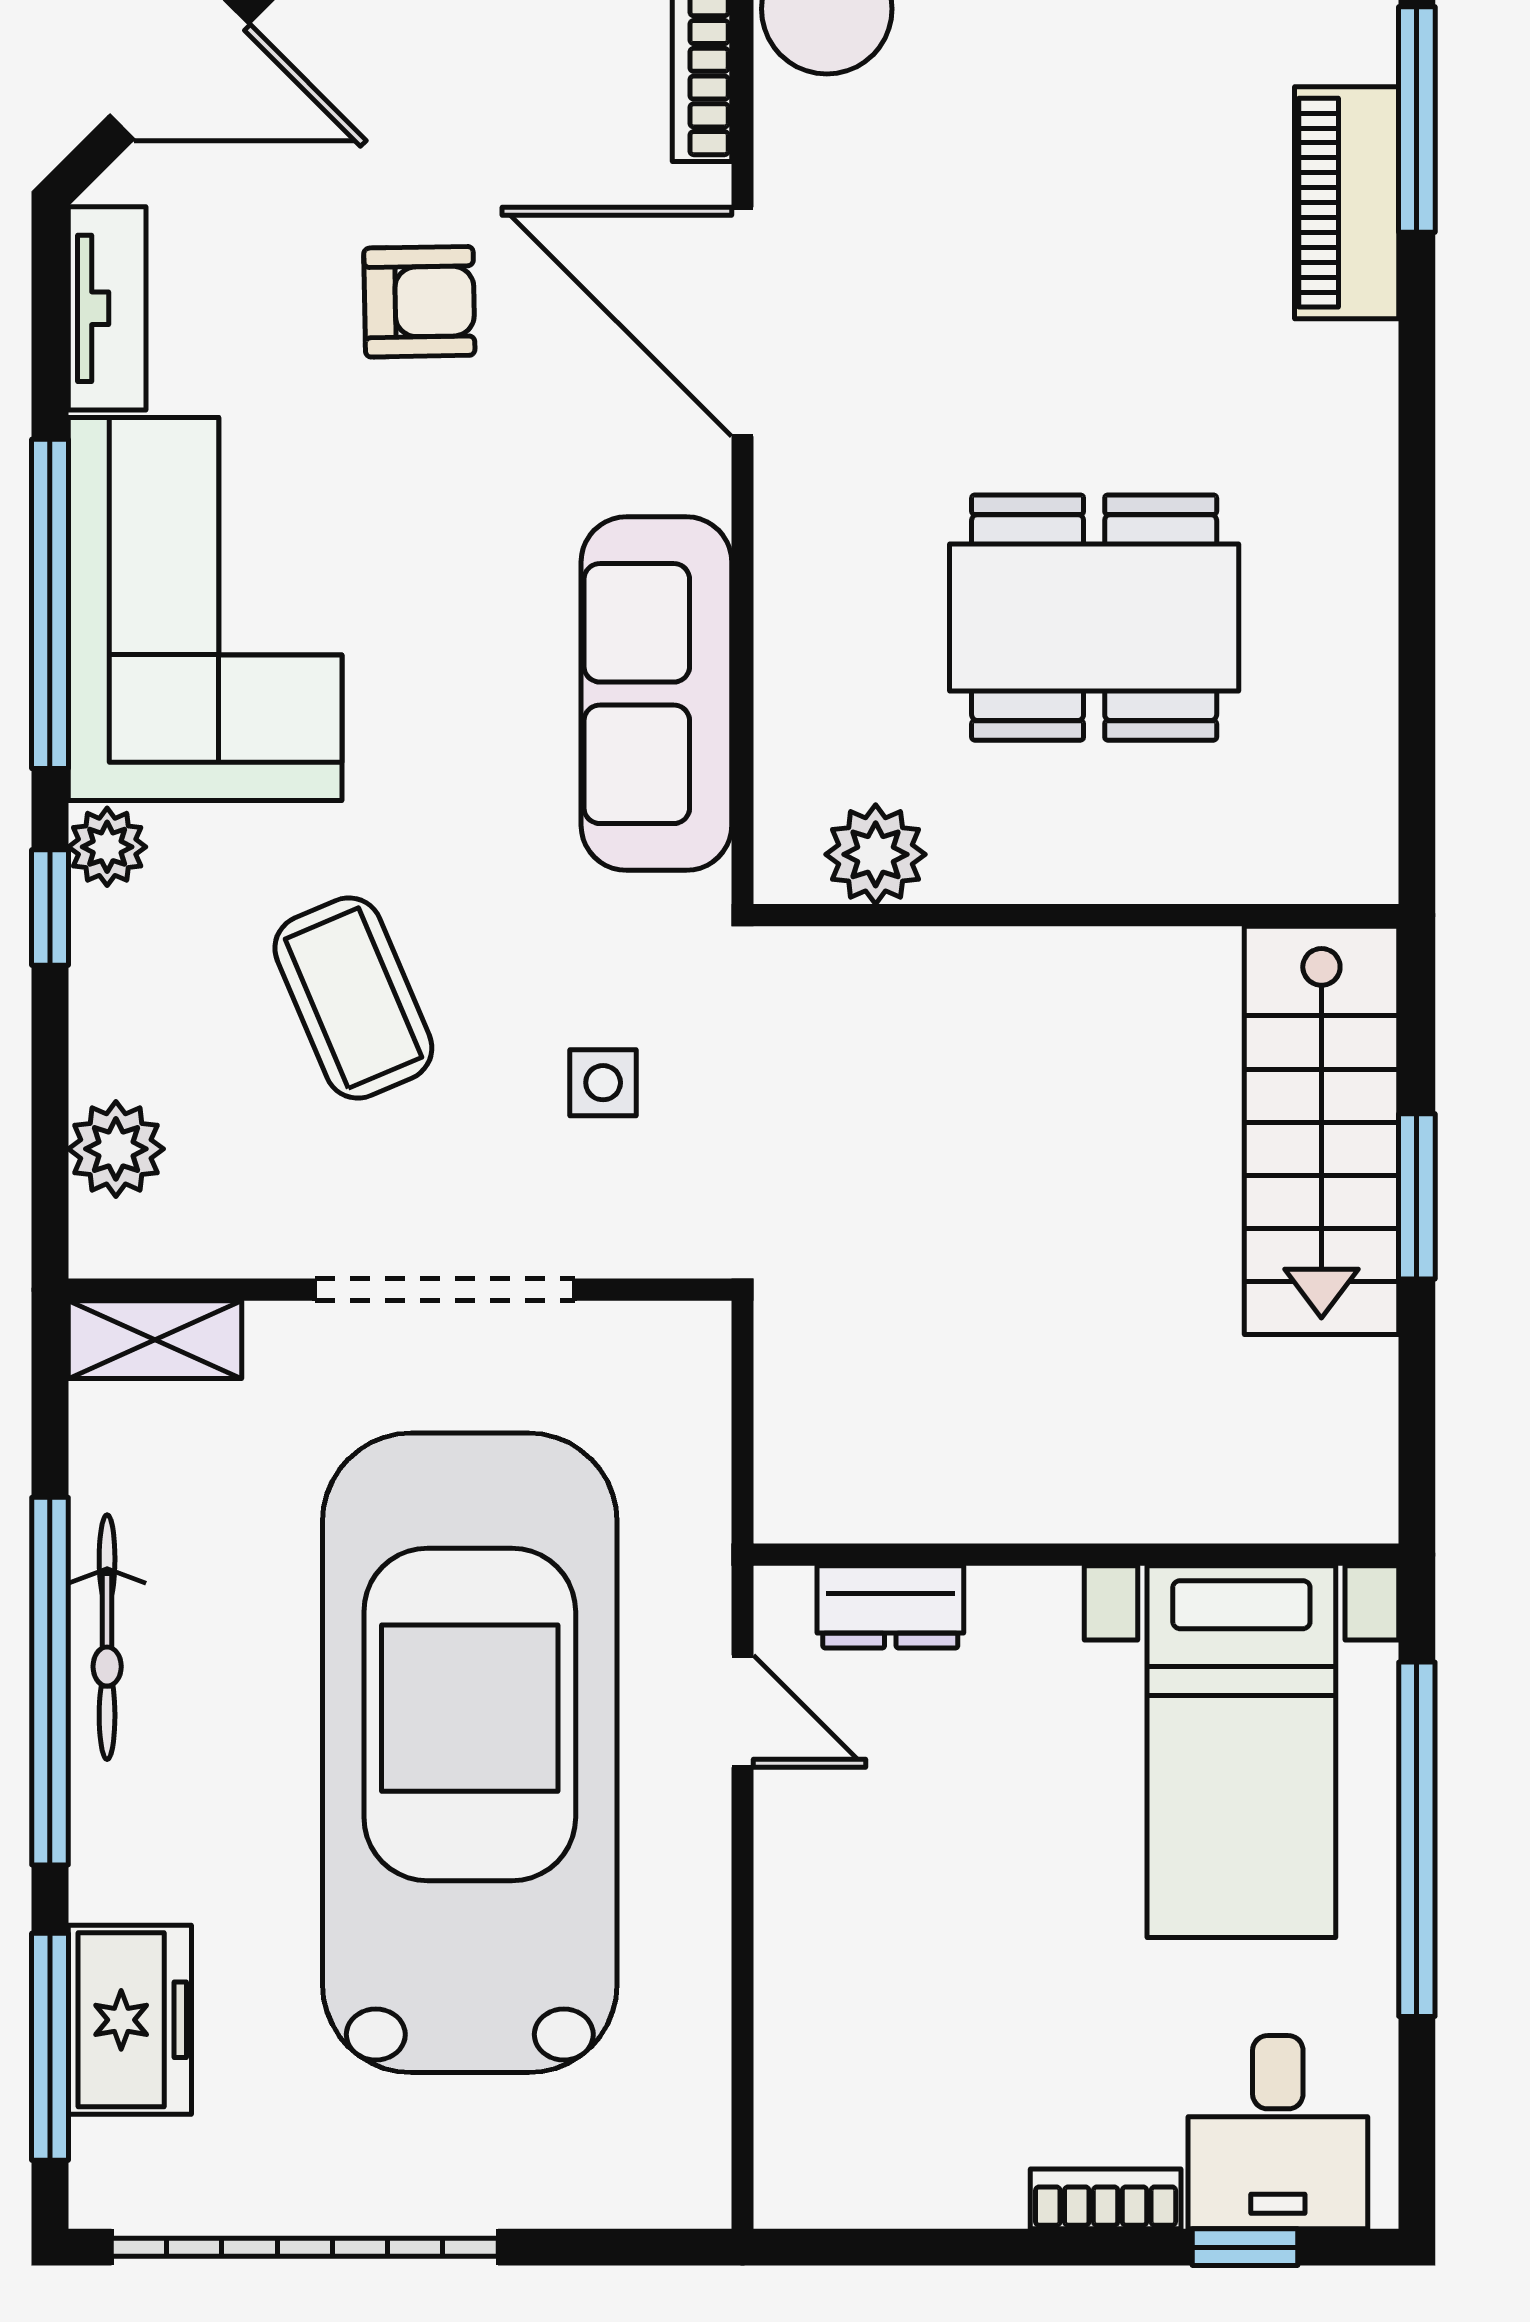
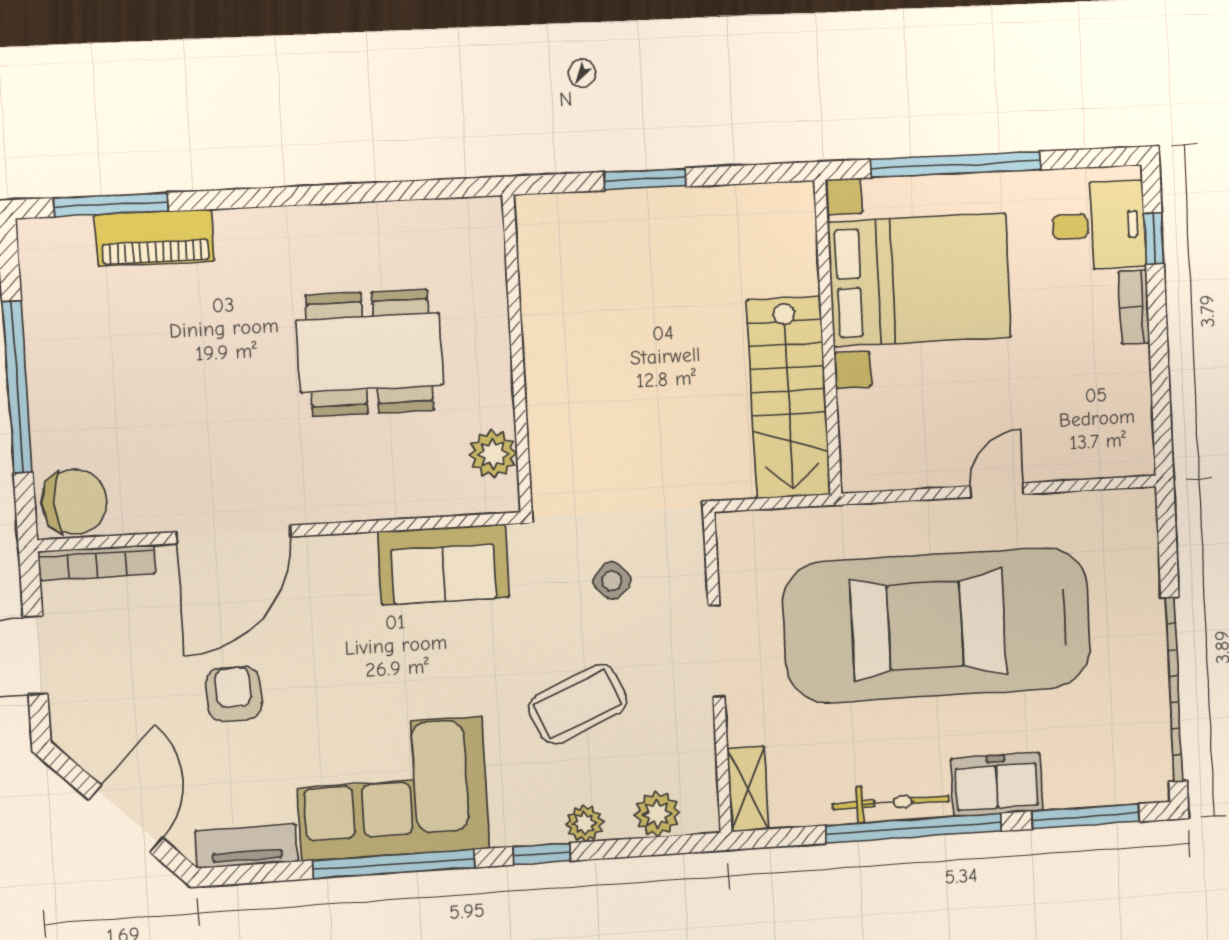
dining table: (1094, 618) -> (370, 353), turned 90
sofa: (656, 694) -> (443, 565), width x0.73
plant: (107, 847) -> (585, 823), moved
side table: (603, 1083) -> (612, 581), turned 45
stairs: (1321, 1130) -> (788, 397), moved, turned 90
doorway: (445, 1290) -> (716, 651), width x0.73
dresser: (890, 1607) -> (857, 426), removed
door: (743, 1711) -> (997, 490), moved
bed with nightstands: (1241, 1752) -> (920, 280), width x1.36
freezer: (130, 2020) -> (997, 784), moved

